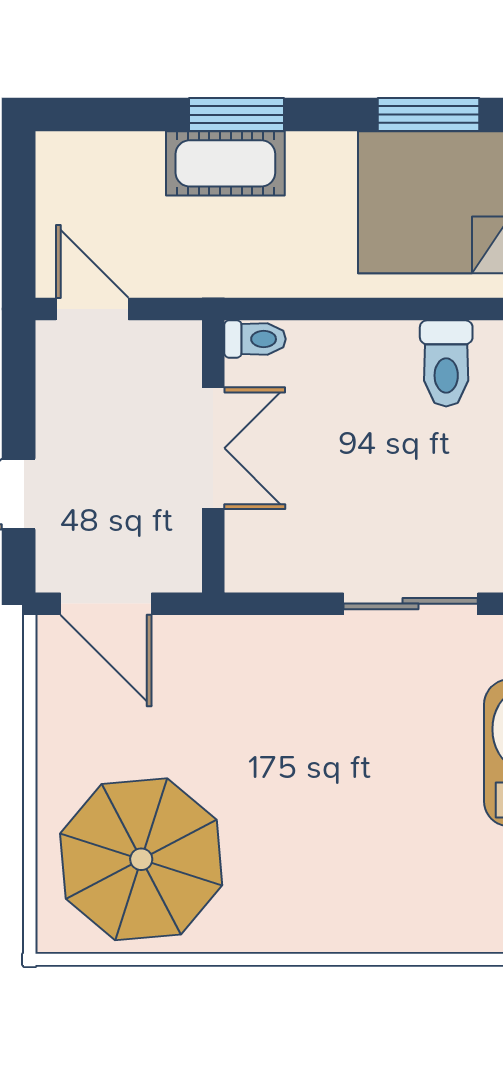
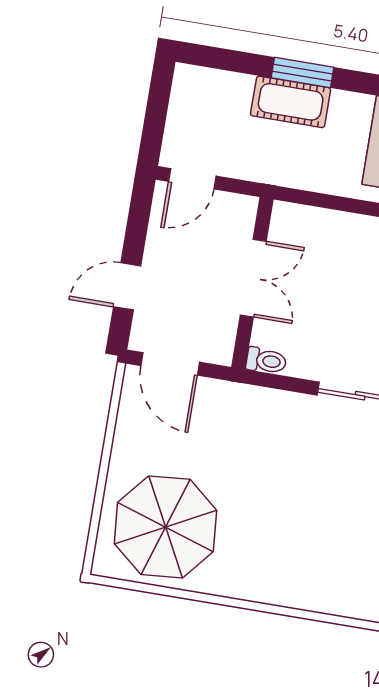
door: (92, 309) -> (192, 179), swing flipped
toilet: (255, 339) -> (266, 361), moved

